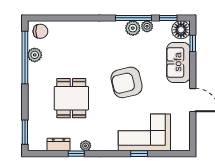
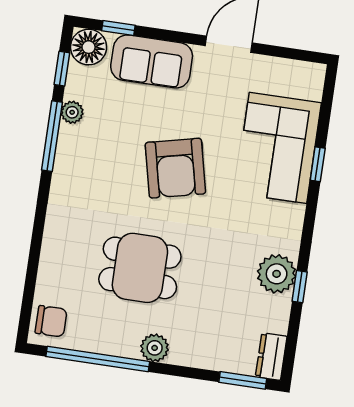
plant: (133, 28) -> (72, 141), removed
chair: (40, 31) -> (51, 321), turned 90
plant: (35, 55) -> (155, 348), moved
dining table: (71, 98) -> (140, 268), moved
dresser: (59, 145) -> (271, 357), moved
plant: (86, 146) -> (277, 274), width x1.88, depth x1.88

